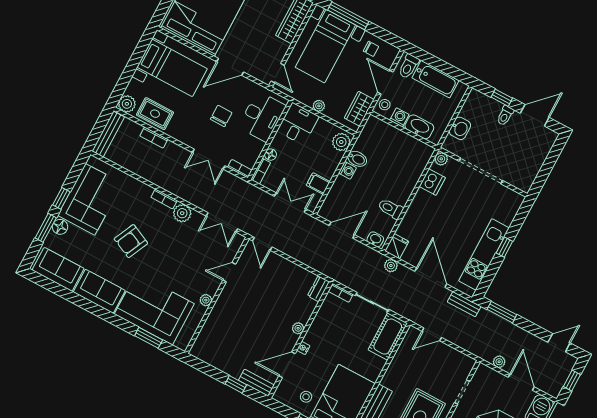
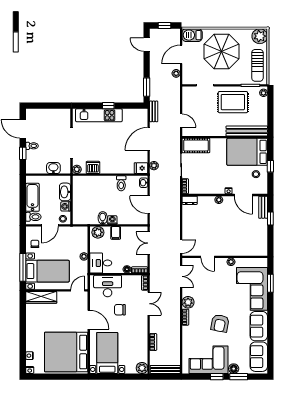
wardrobe: (359, 109) -> (73, 232), removed
rug: (155, 114) -> (139, 349), removed
filing cabinet: (318, 183) -> (116, 233), moved
armchair: (131, 241) -> (220, 323), turned 76
kitchen unit: (484, 254) -> (99, 115), moved

